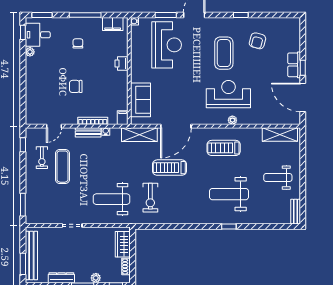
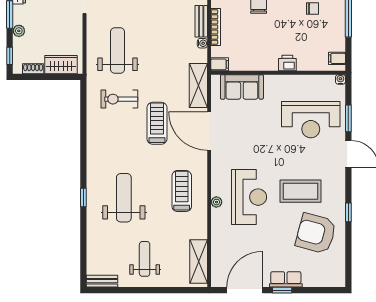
filing cabinet: (113, 24) -> (337, 58), width x0.50
armchair: (257, 41) -> (316, 233), width x1.88, depth x1.88

